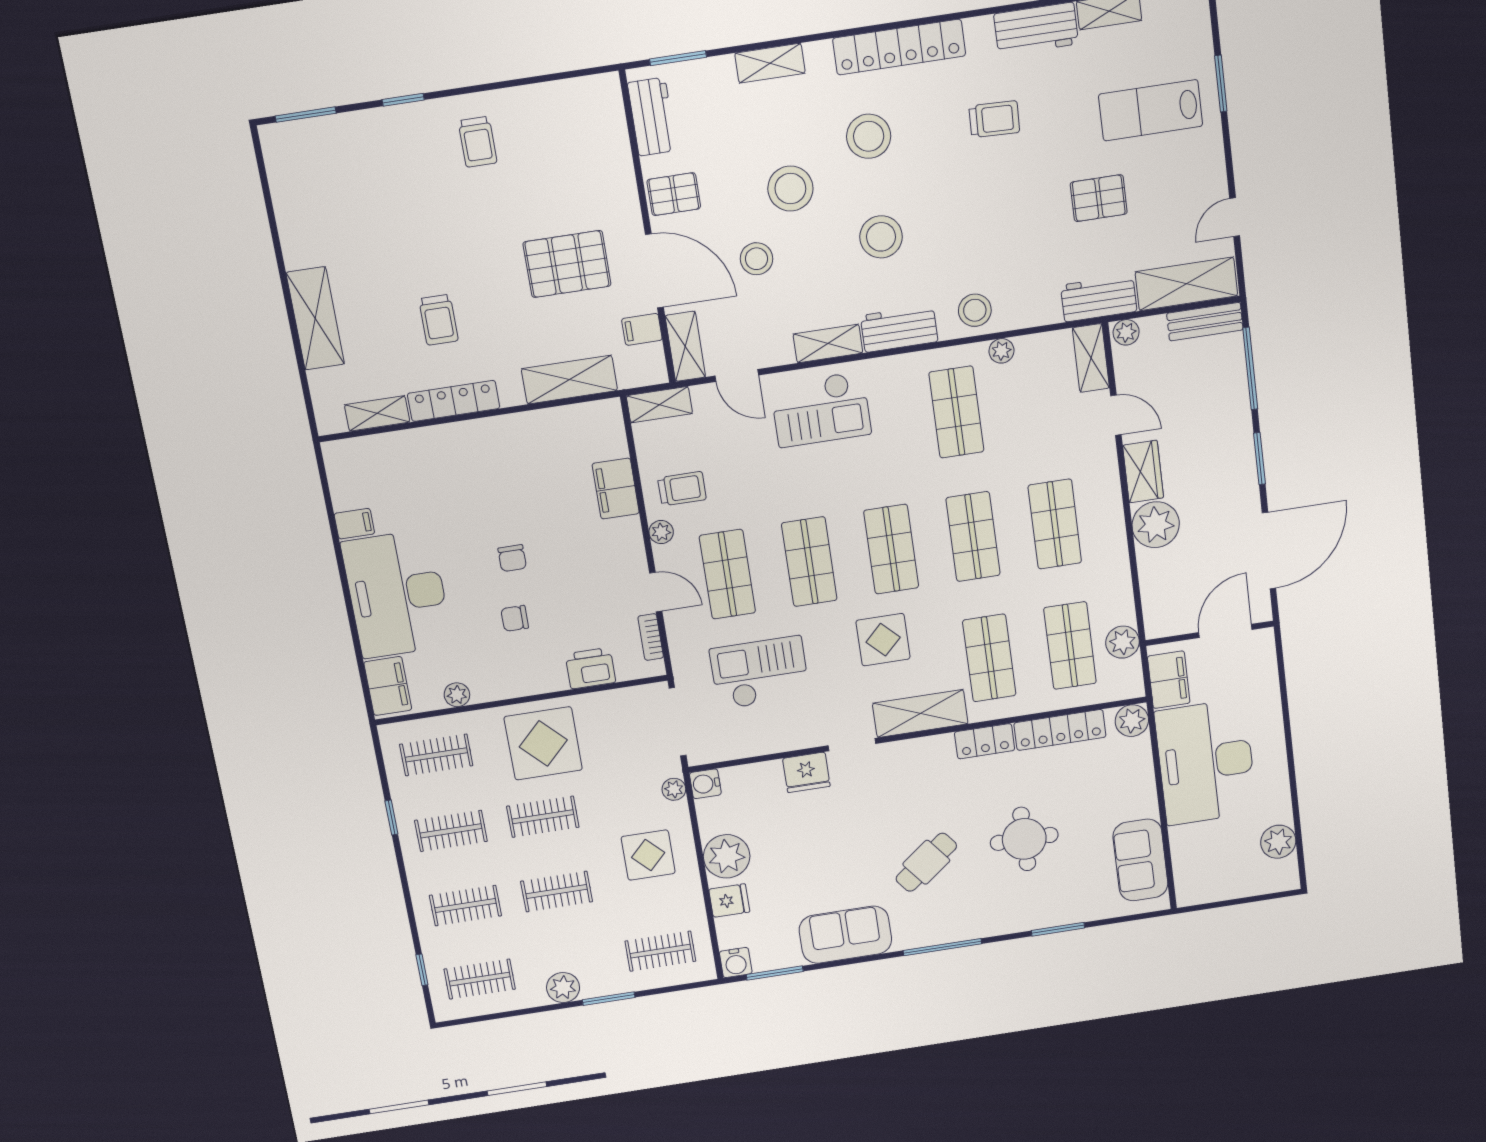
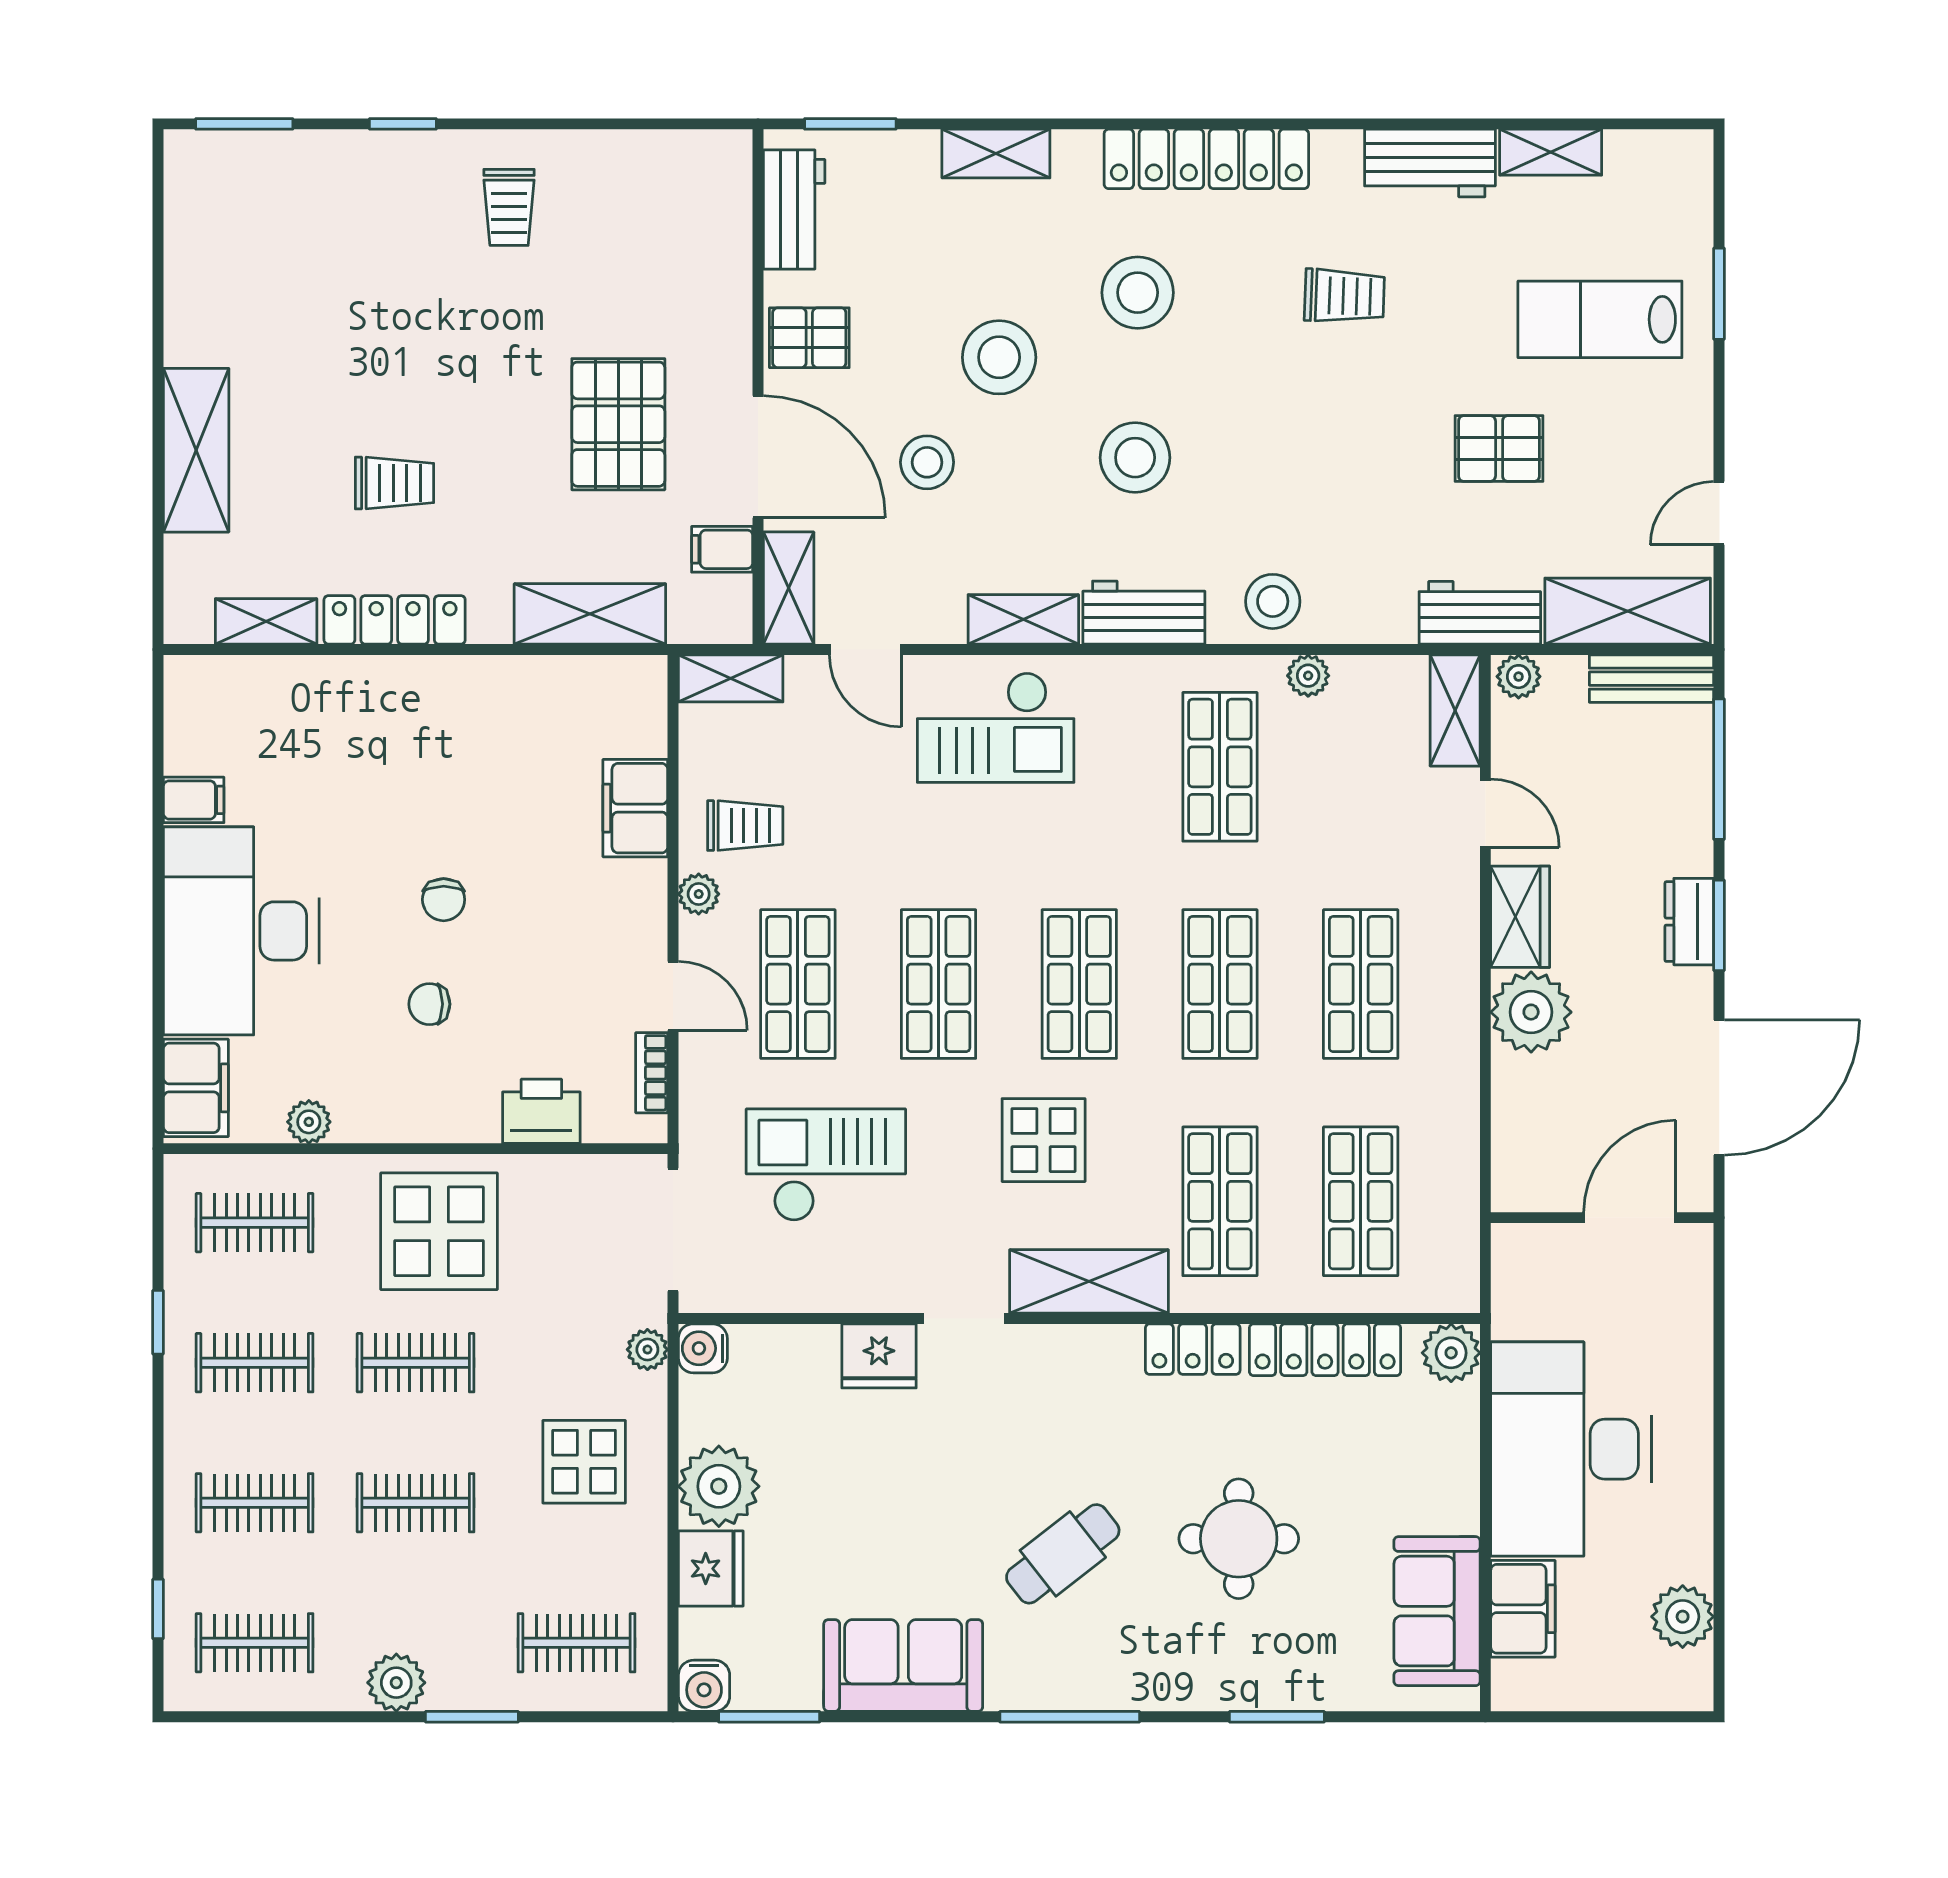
pallet: (567, 264) -> (618, 424), turned 90
trolley: (438, 320) -> (394, 483), turned -90
dresser: (1242, 459) -> (1689, 922), added
plant: (1123, 642) -> (1451, 1210), removed
filing cabinet: (1169, 680) -> (1523, 1609), moved
fridge: (729, 901) -> (711, 1569), width x1.38

